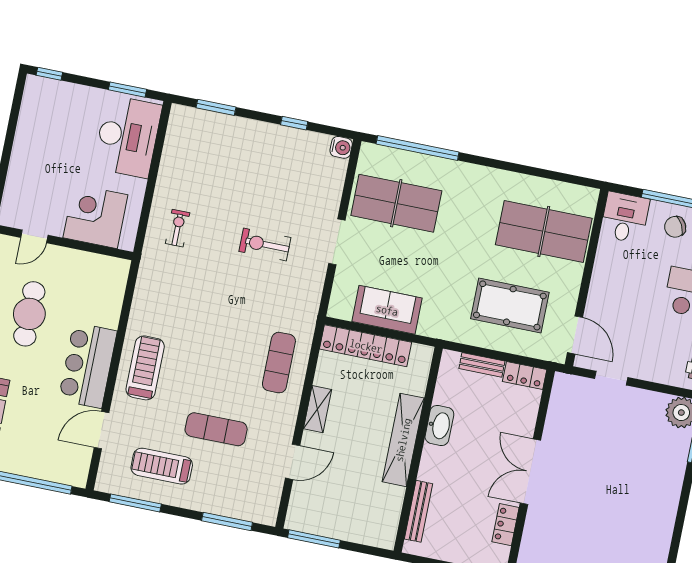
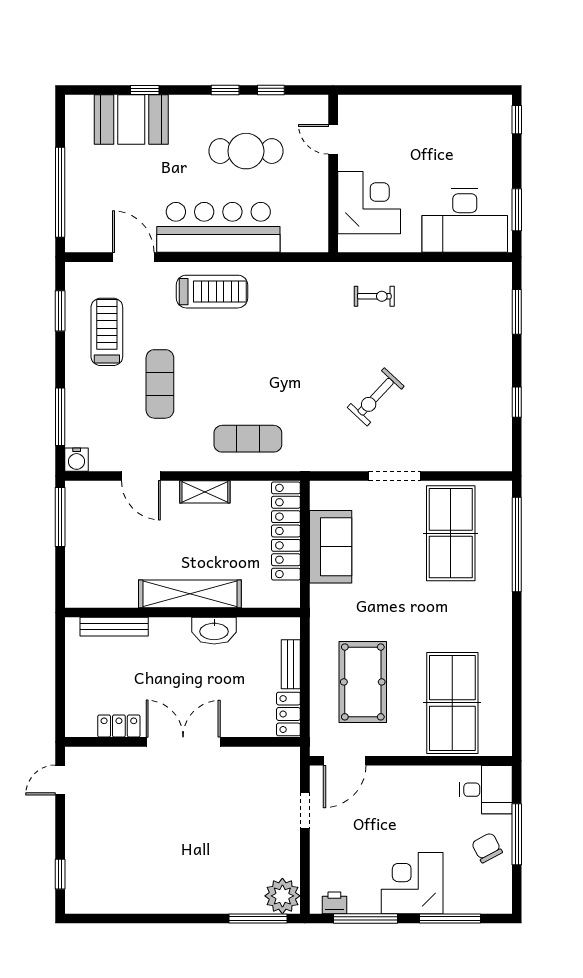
water cooler: (341, 147) -> (77, 460), moved
exercise bike: (265, 244) -> (376, 397), turned -137
bar counter: (88, 365) -> (218, 227), width x1.36
window: (135, 503) -> (60, 311), width x0.69

